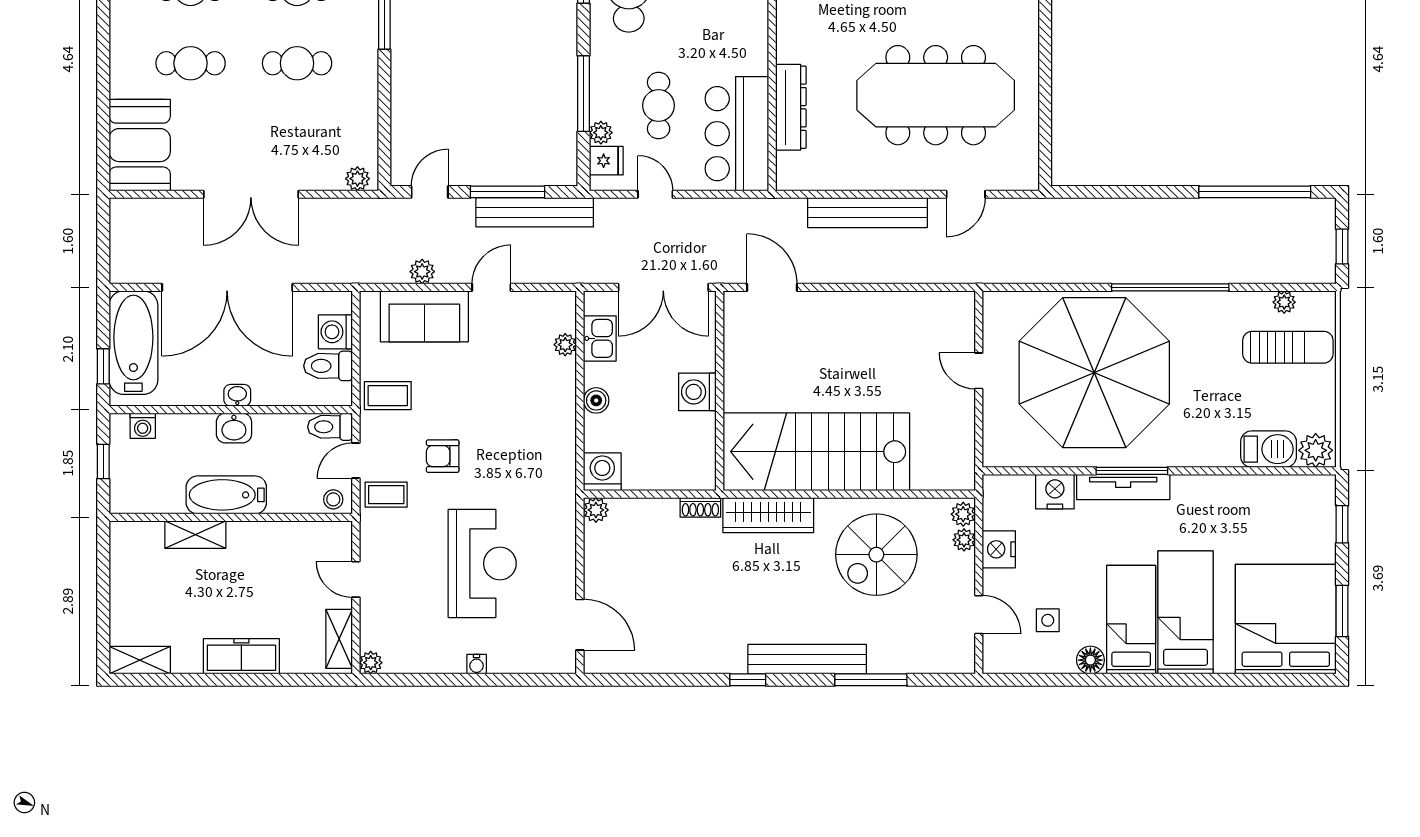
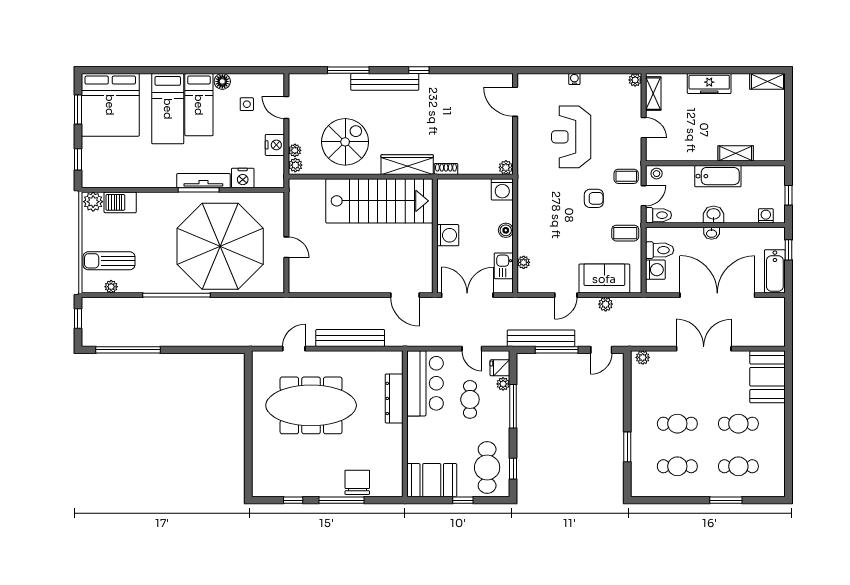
bathtub: (133, 343) -> (775, 271), width x0.73, depth x0.73

